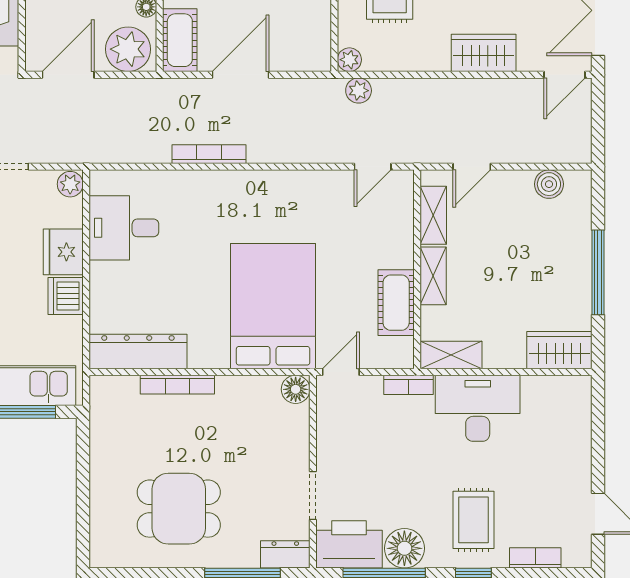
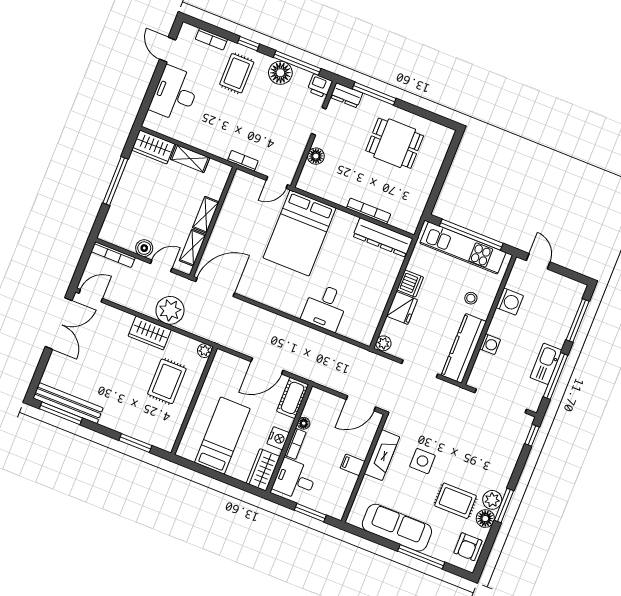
plant: (128, 49) -> (323, 404), removed
wardrobe: (484, 53) -> (150, 333), moved
plant: (359, 91) -> (170, 310), moved, width x1.88, depth x1.88
bookcase: (209, 154) -> (113, 255), moved
door: (373, 167) -> (215, 287), width x1.88
boiler: (549, 184) -> (144, 248), moved
desk: (124, 228) -> (325, 307), moved, turned 90
cot: (396, 303) -> (232, 208), removed
shelving: (451, 355) -> (190, 159), moved
floor lamp: (296, 389) -> (316, 156), moved
desk: (478, 408) -> (175, 94), moved, turned 90
printer: (349, 544) -> (320, 86), width x0.53, depth x0.68

